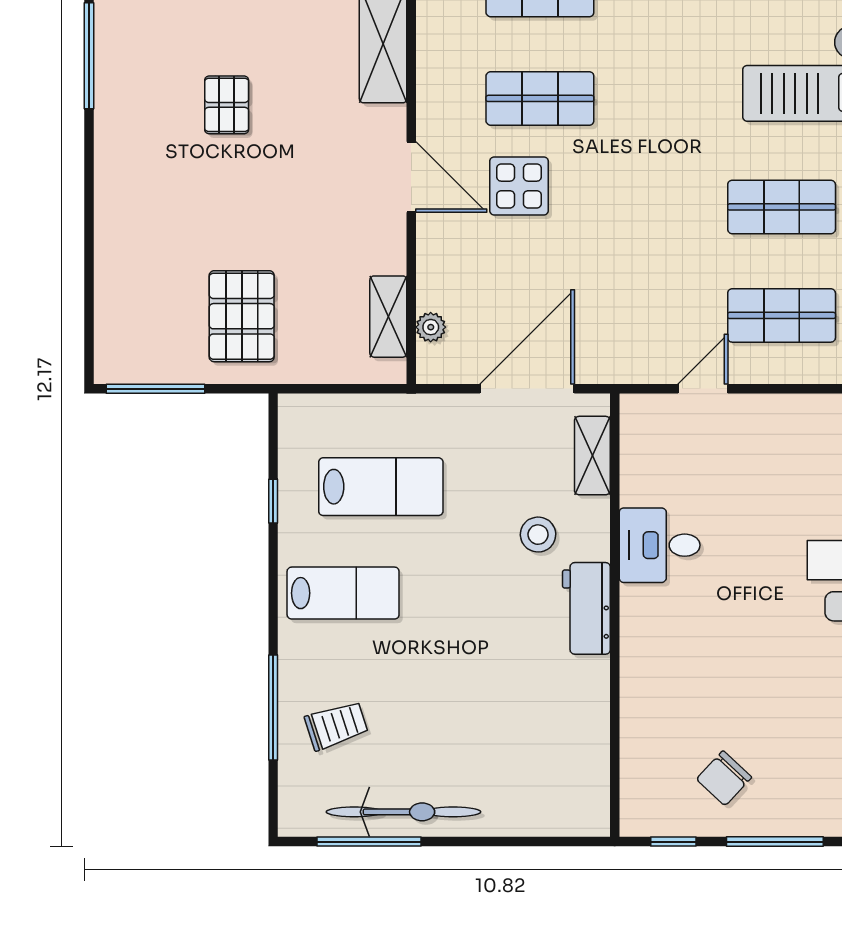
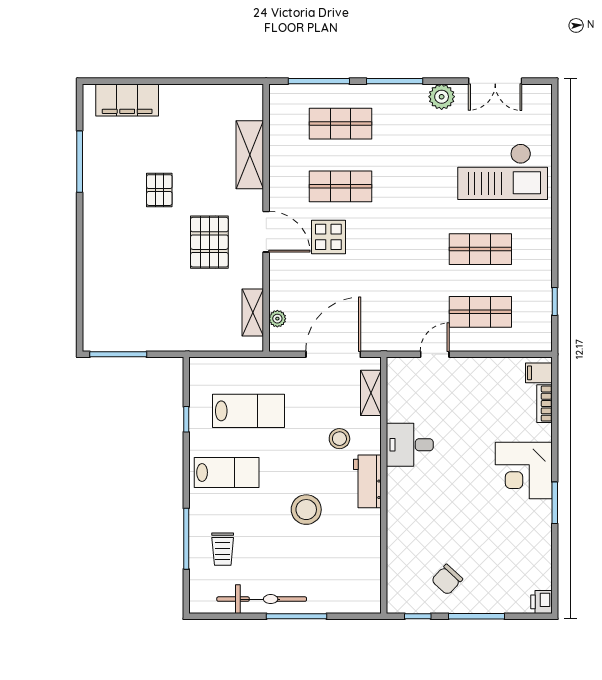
pallet: (242, 316) -> (209, 242), moved
stool: (481, 657) -> (306, 510), added
trolley: (336, 726) -> (223, 549), turned 108
window: (369, 842) -> (297, 616), moved

